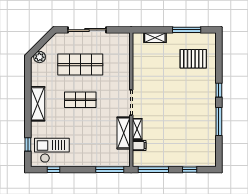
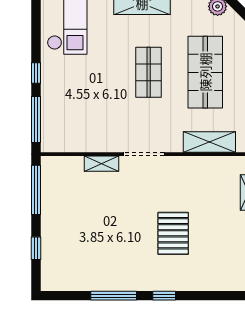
pallet: (193, 59) -> (173, 233), moved
shelving: (124, 133) -> (209, 142), moved
filing cabinet: (139, 146) -> (75, 167), removed
window: (53, 170) -> (36, 73), moved

